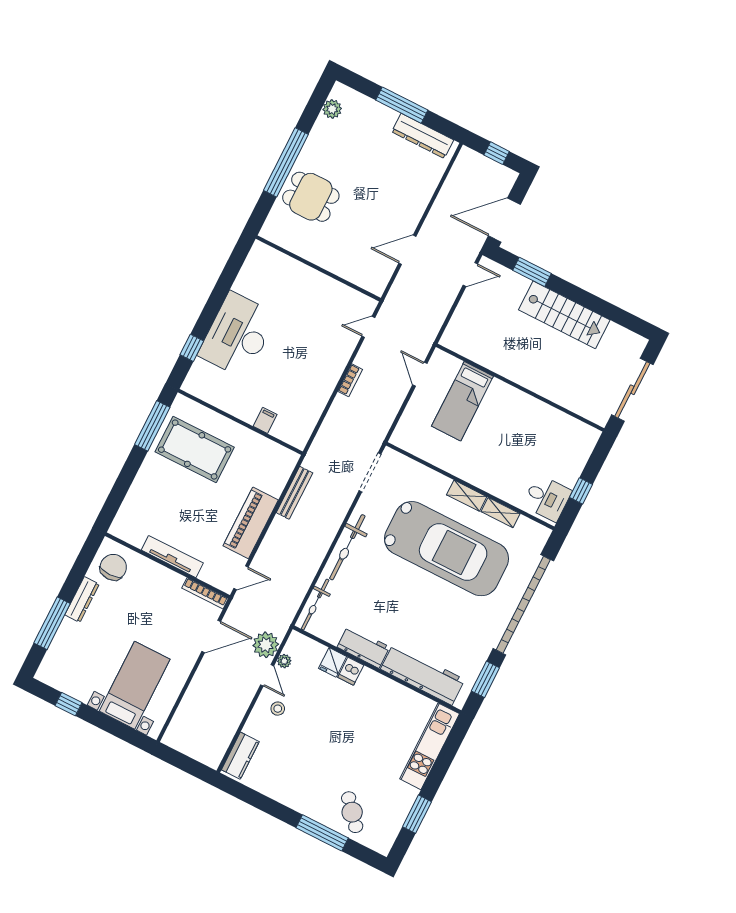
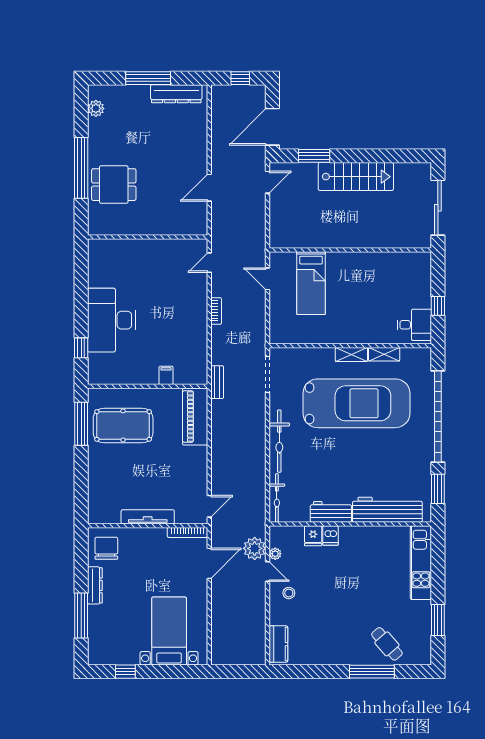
bench: (294, 493) -> (217, 382), moved, width x0.73
piano: (251, 523) -> (195, 417), moved

